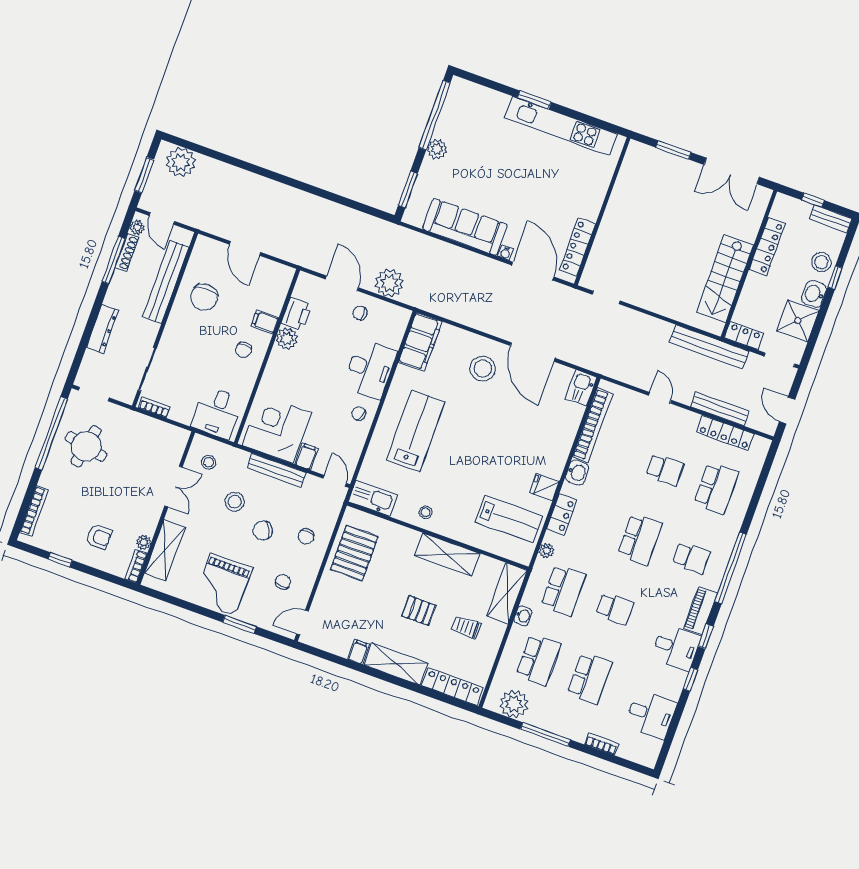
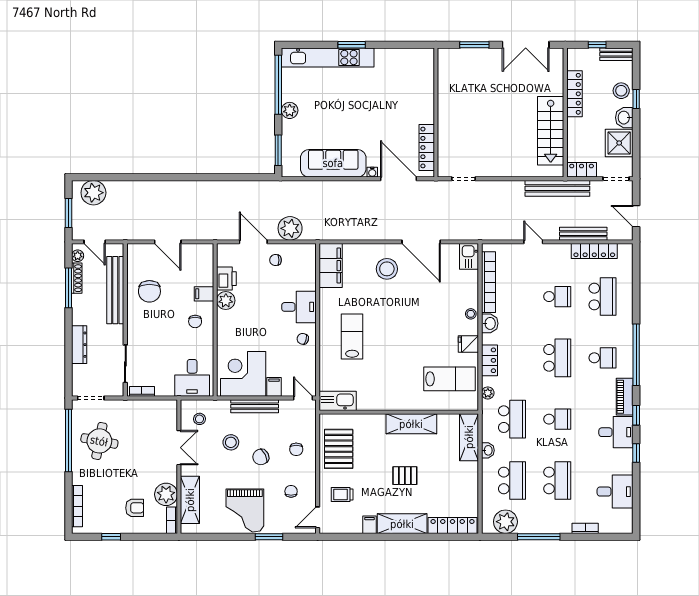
kitchen unit: (561, 126) -> (328, 57), moved
desk: (370, 369) -> (299, 307), width x0.73
lab bench: (416, 431) -> (352, 336), width x0.73, depth x0.72
stool: (426, 512) -> (471, 314), moved
plant: (144, 542) -> (166, 494), width x1.88, depth x1.88
trolley: (466, 627) -> (342, 495), moved

